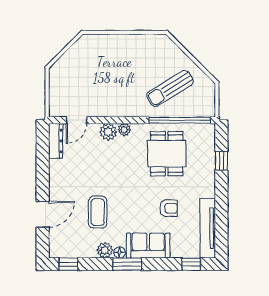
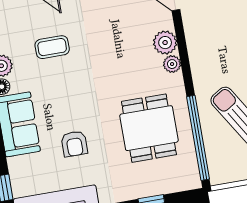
dining table: (167, 154) -> (149, 128), turned 90
coffee table: (98, 212) -> (52, 47), width x0.73, depth x0.77

